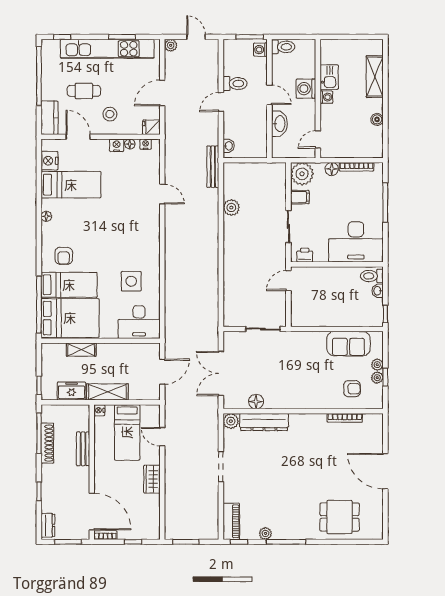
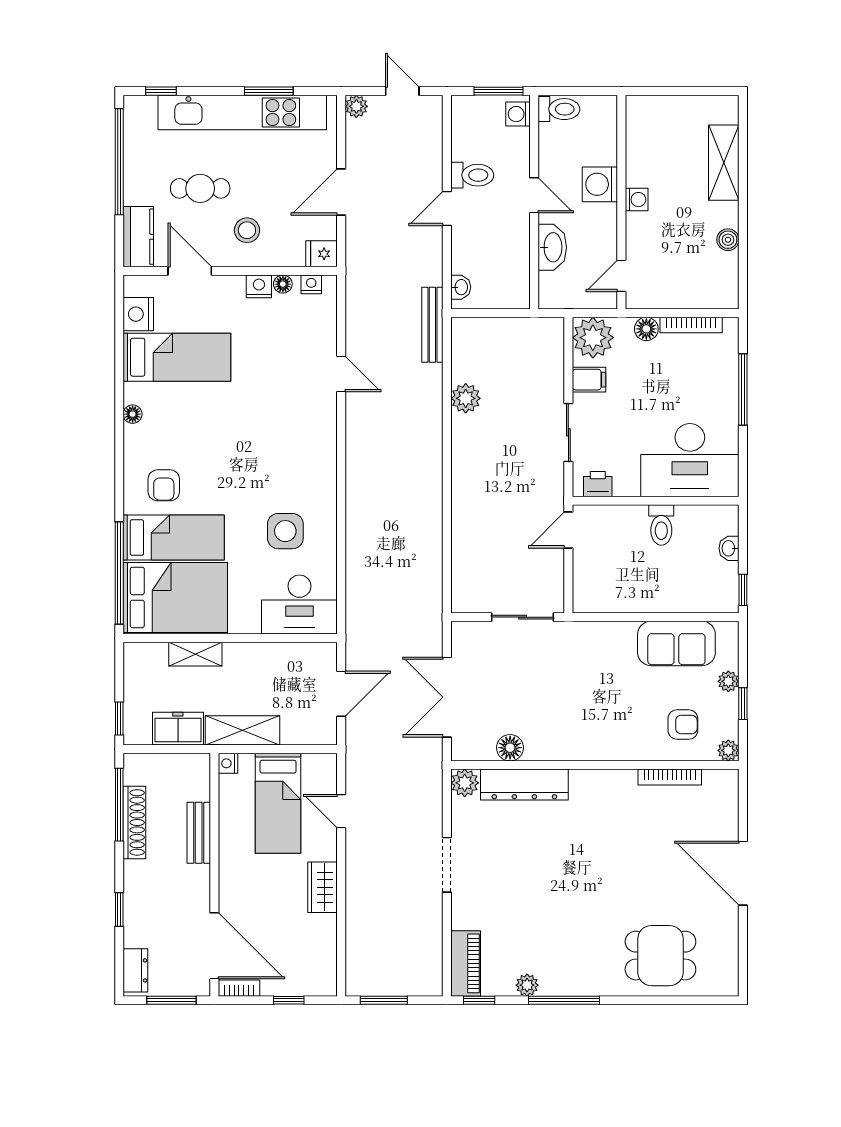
kitchen sink: (329, 77) -> (642, 164), removed
toilet: (372, 276) -> (661, 525), moved, turned -90
plant: (377, 378) -> (728, 750), moved

